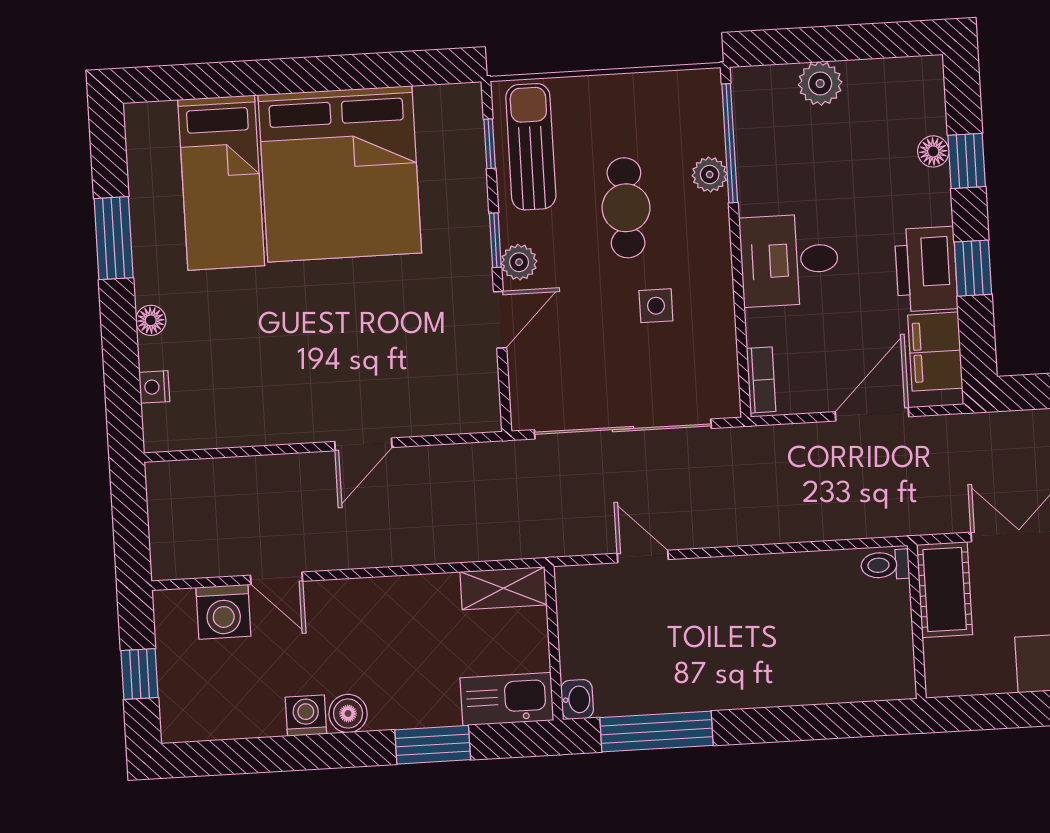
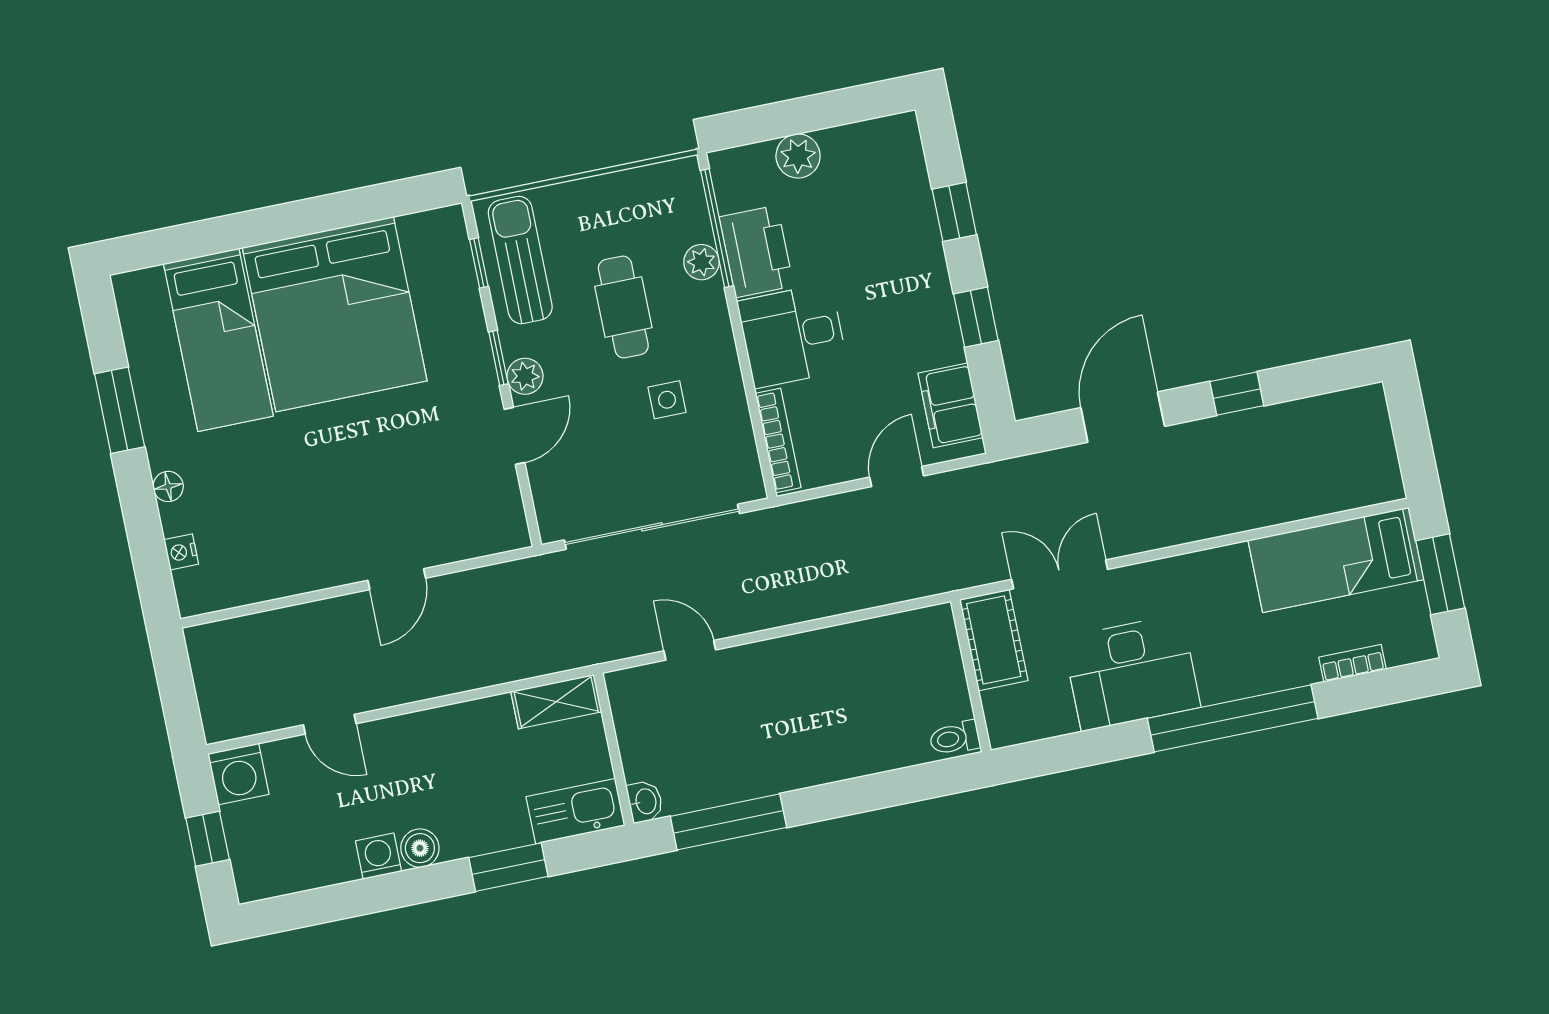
floor lamp: (933, 151) -> (920, 207), removed
printer: (926, 269) -> (756, 251), moved, turned 180
bookcase: (761, 380) -> (778, 440), width x1.56
door: (872, 414) -> (897, 477), width x0.73
toilet: (885, 565) -> (955, 738), moved
washing machine: (223, 612) -> (238, 774), moved

